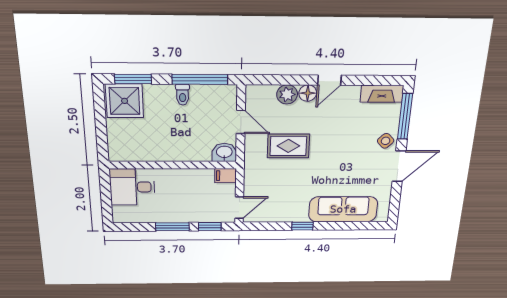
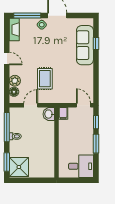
floor lamp: (308, 93) -> (14, 92), moved
desk: (132, 187) -> (81, 166), moved, turned -90
window: (302, 226) -> (96, 43), moved

